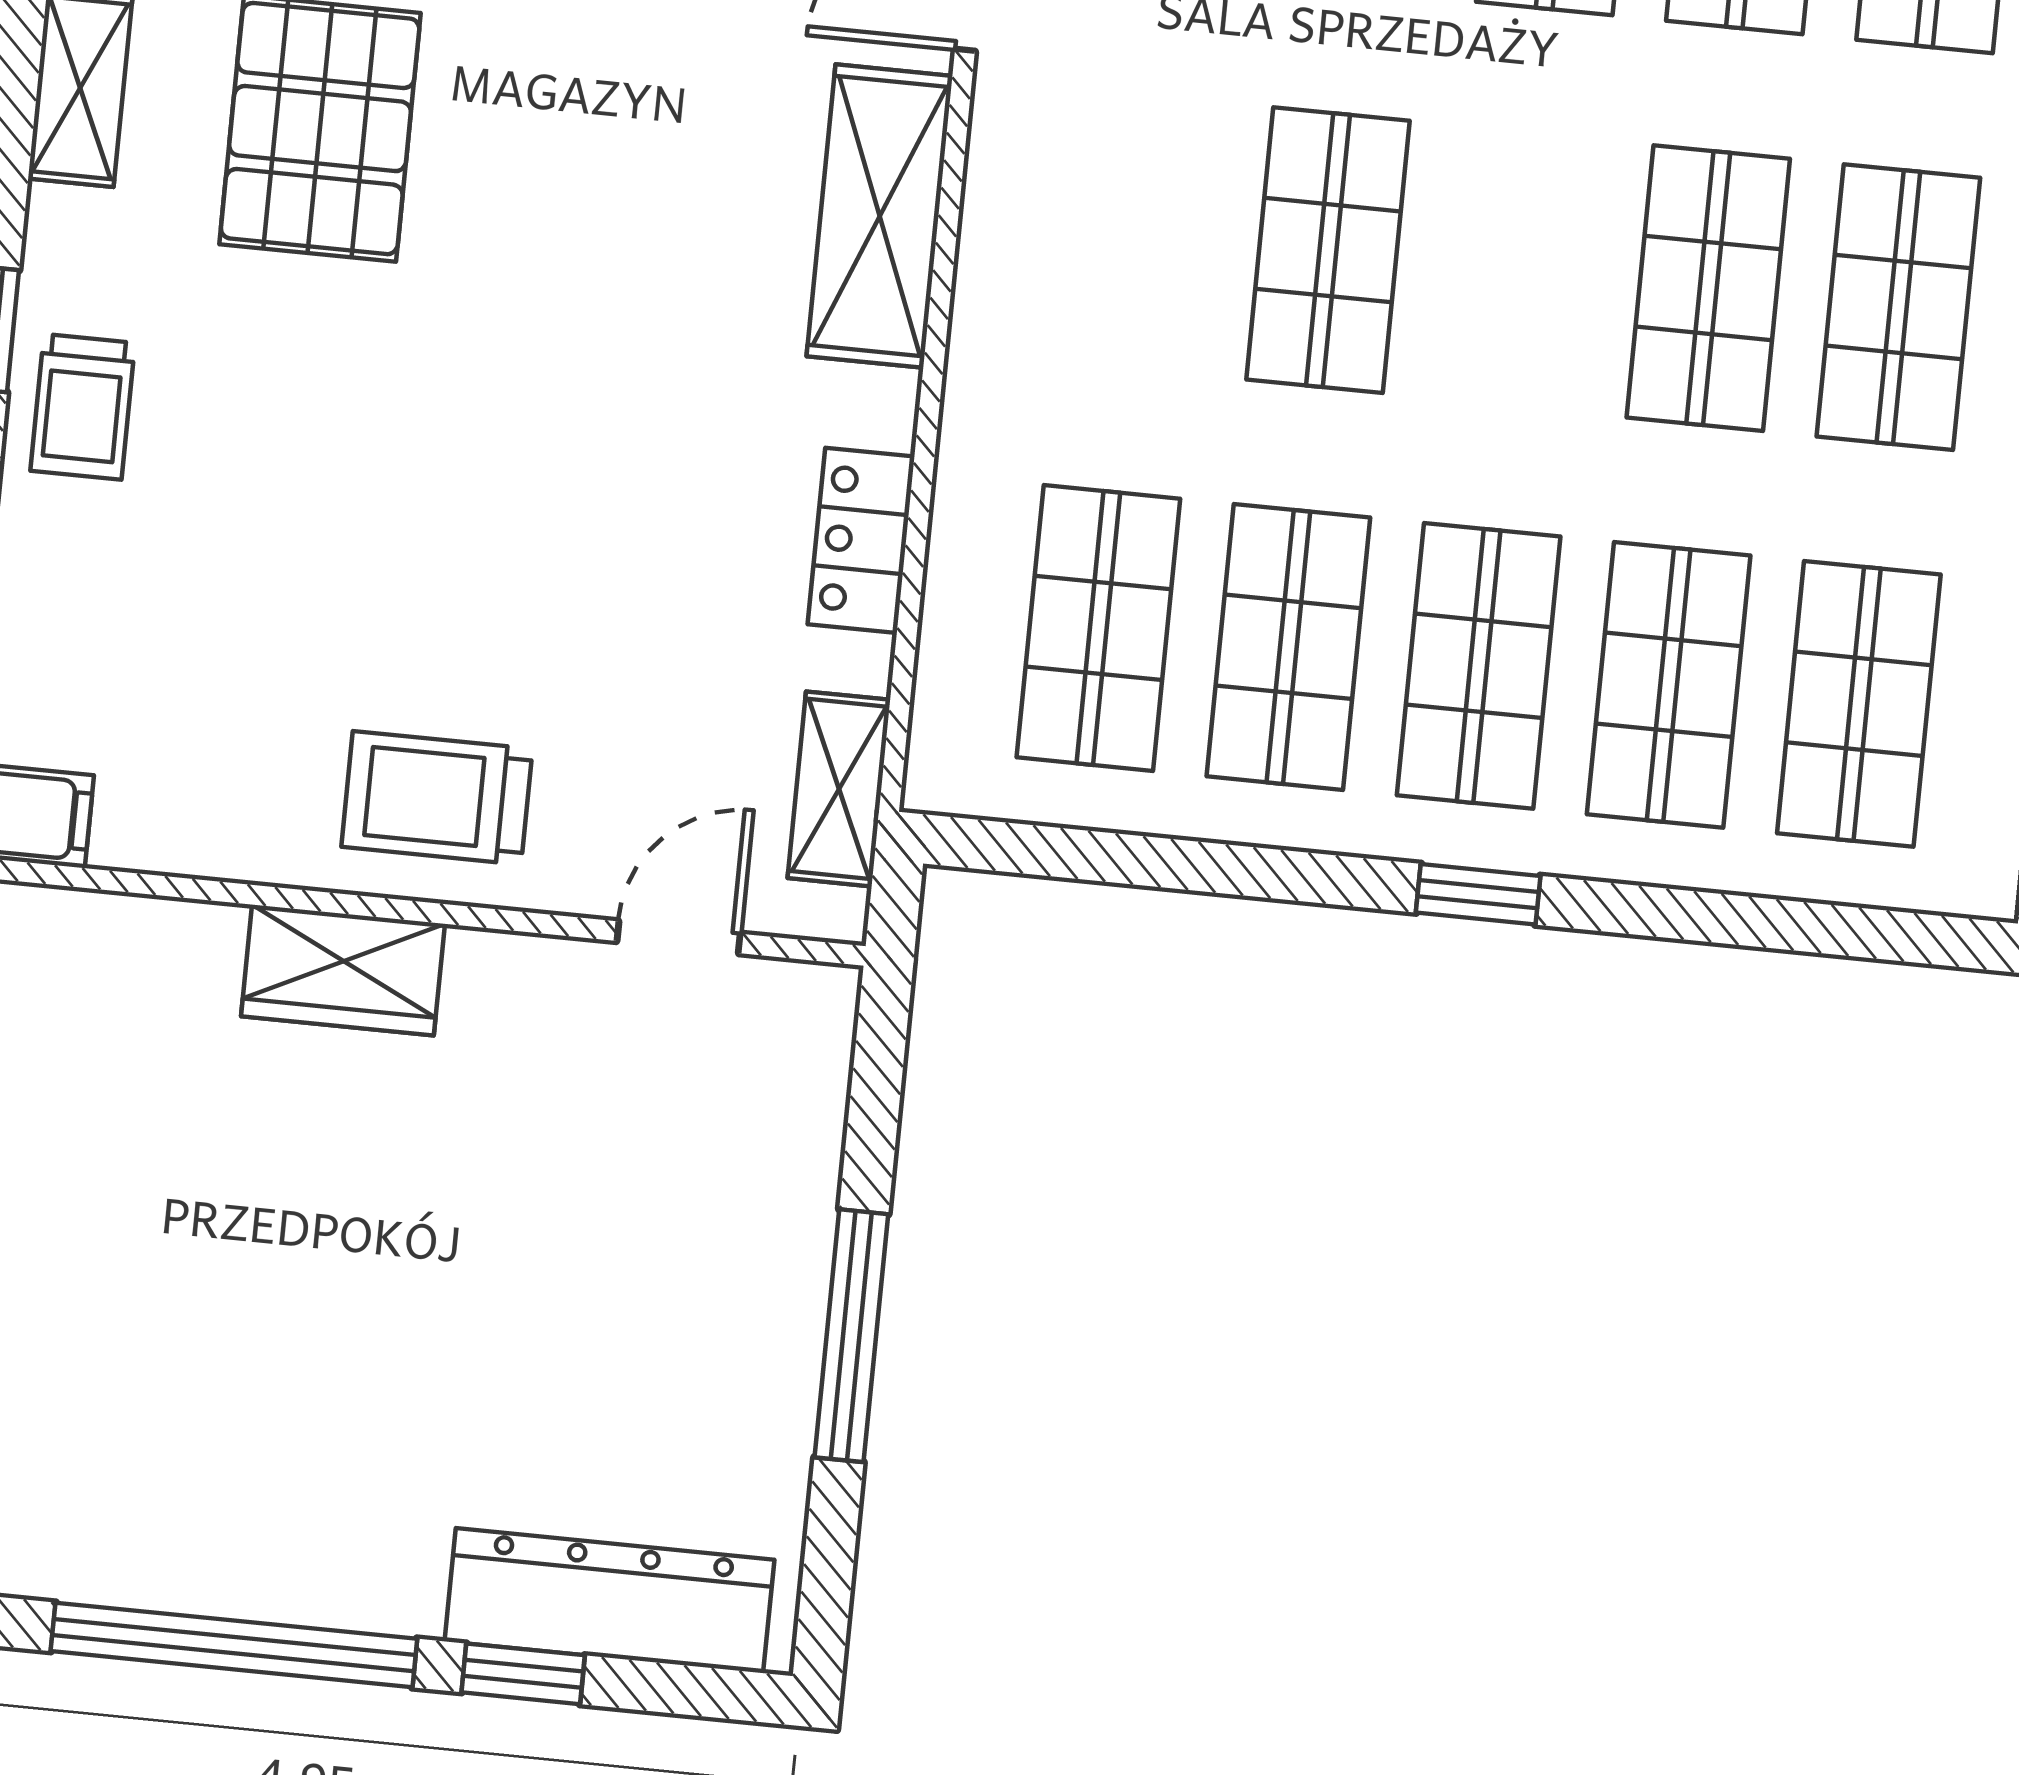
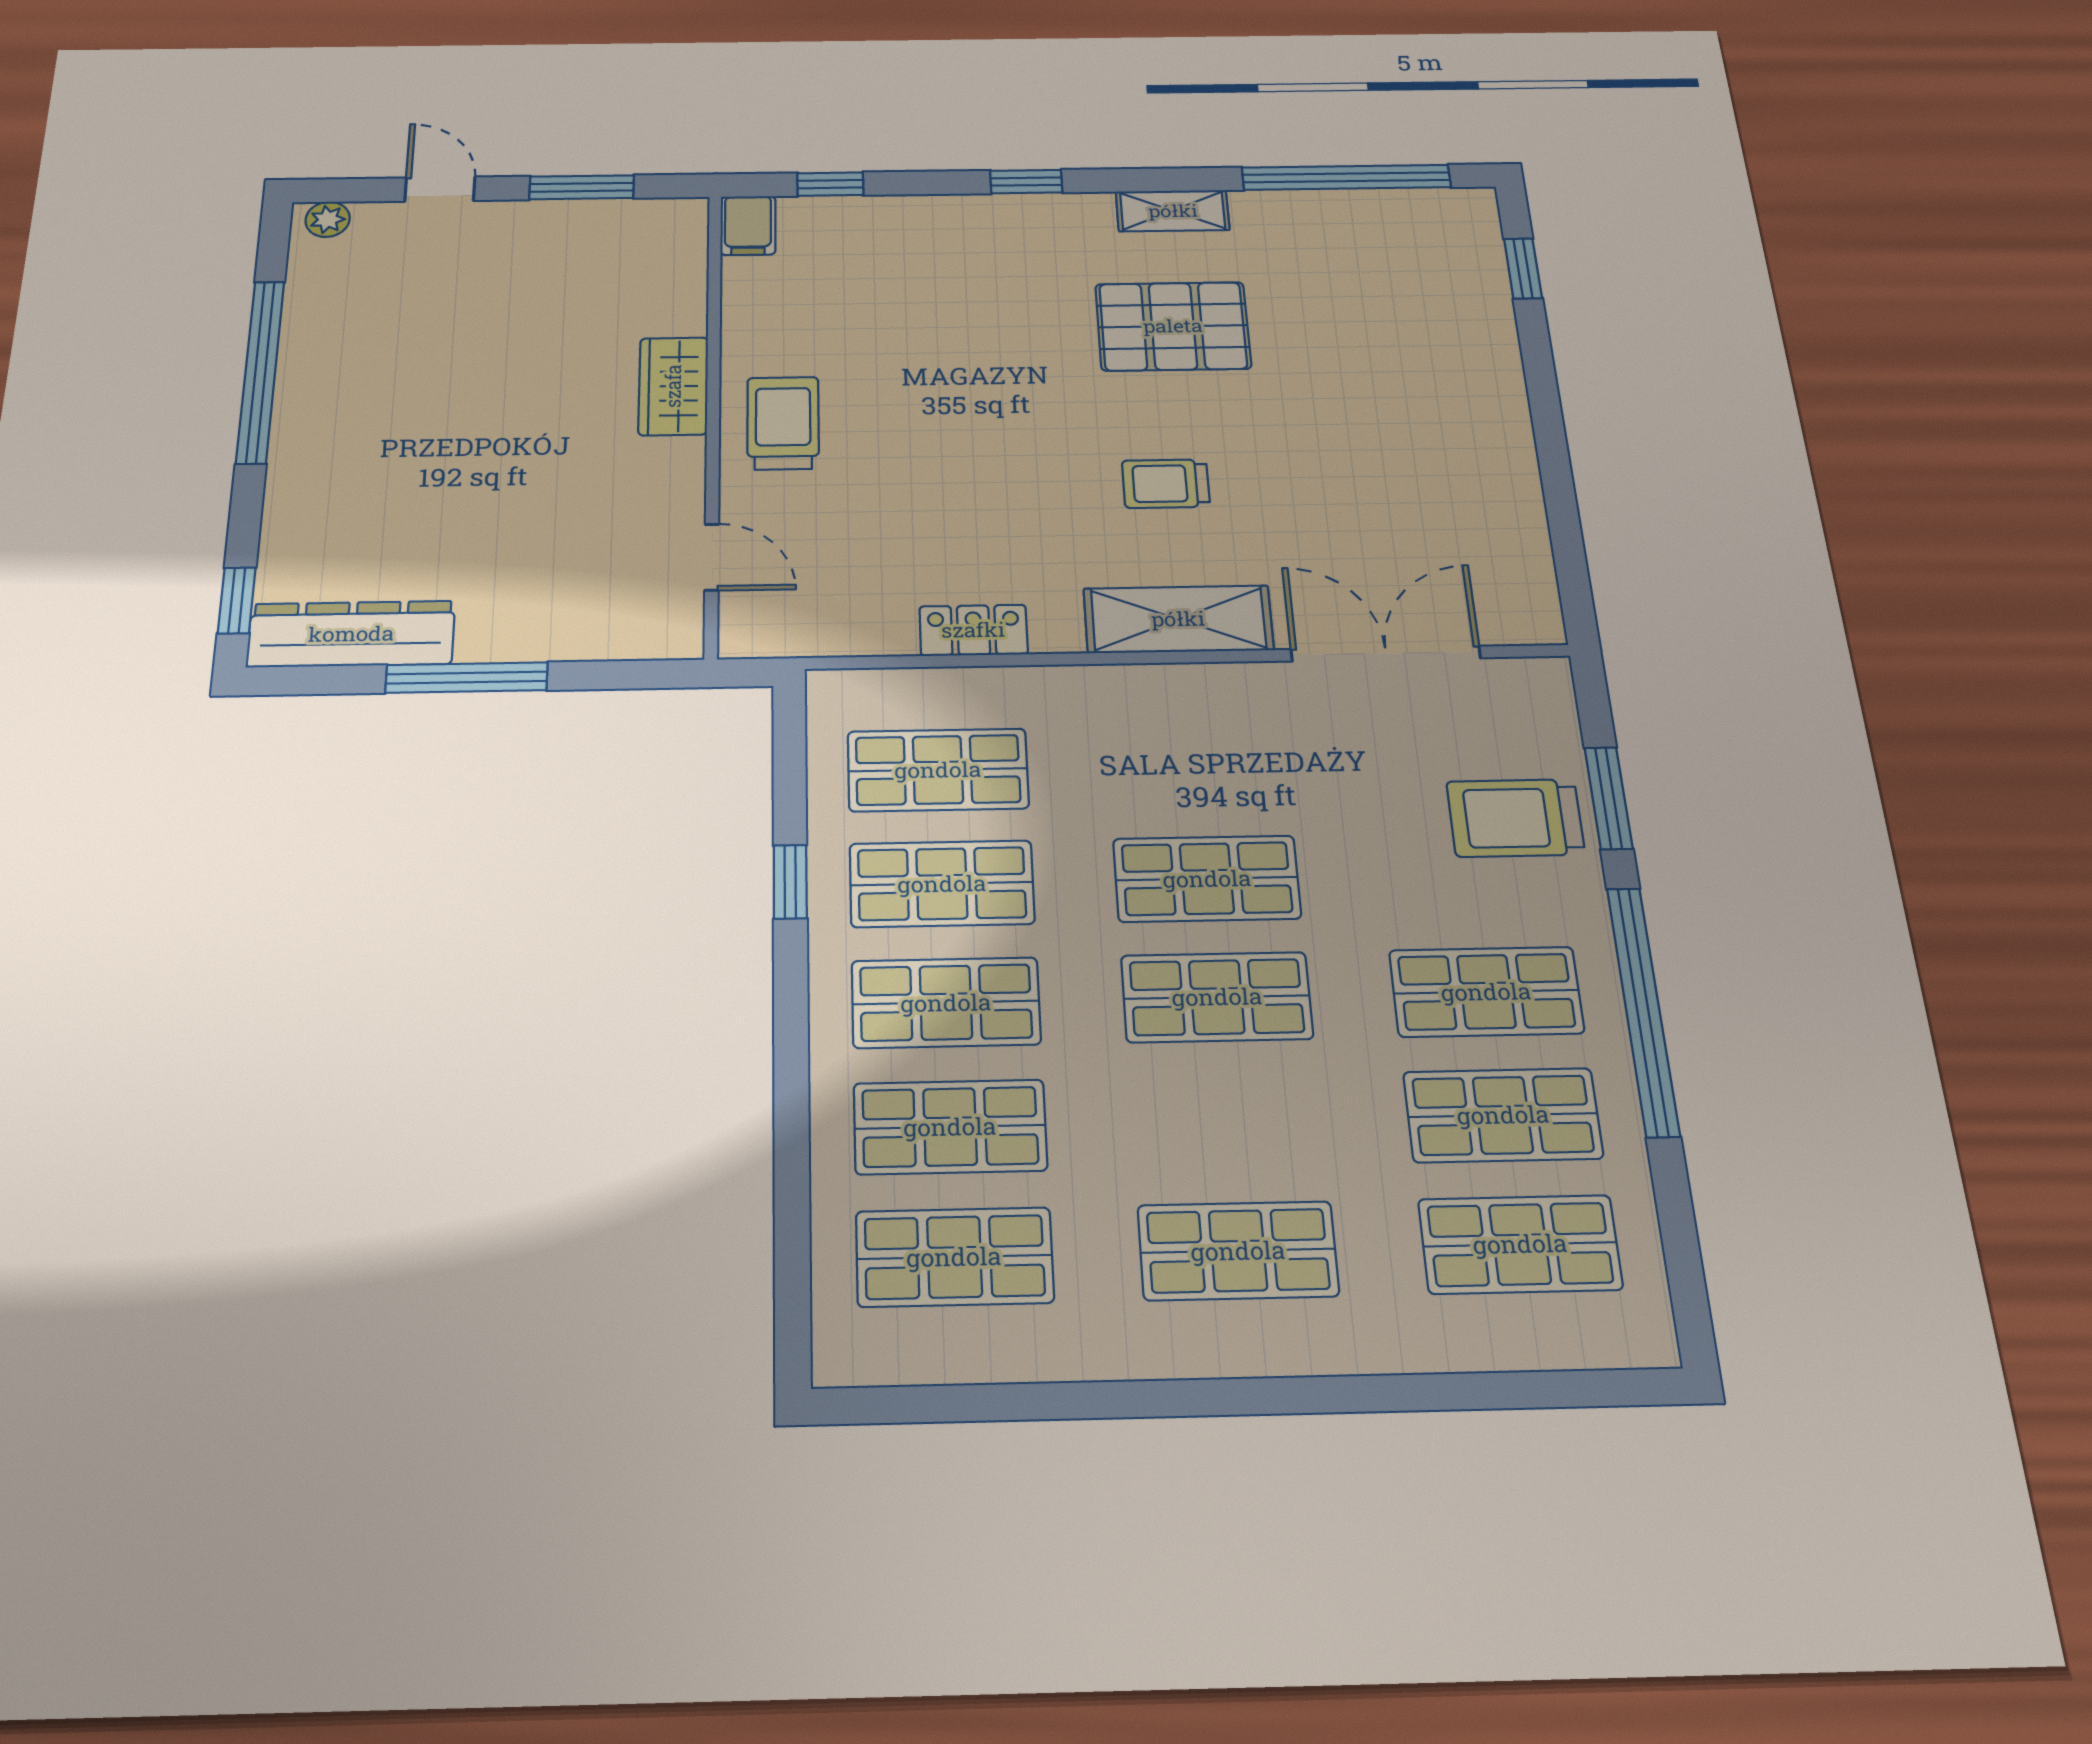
shop shelf: (1708, 288) -> (1217, 997), moved
trolley: (83, 407) -> (1166, 484), moved
shelving: (839, 789) -> (815, 634), removed
window: (1478, 894) -> (790, 882), moved
dresser: (609, 1600) -> (351, 634), moved, turned -90
window: (523, 1674) -> (237, 600), moved

